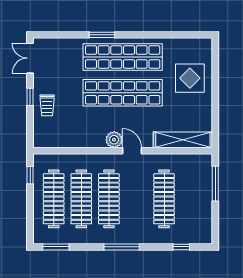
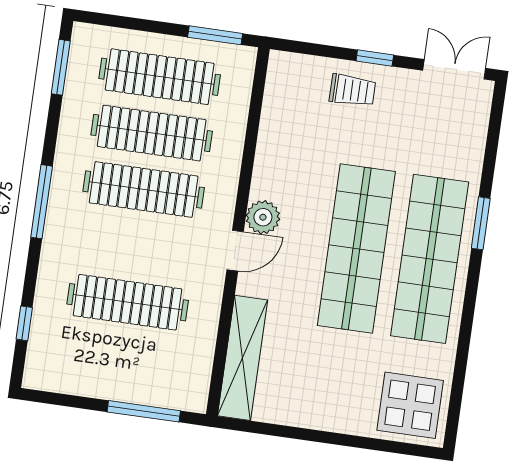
display table: (190, 78) -> (410, 405), moved
trolley: (47, 105) -> (352, 90), turned 180
window: (30, 175) -> (215, 35), width x1.50

